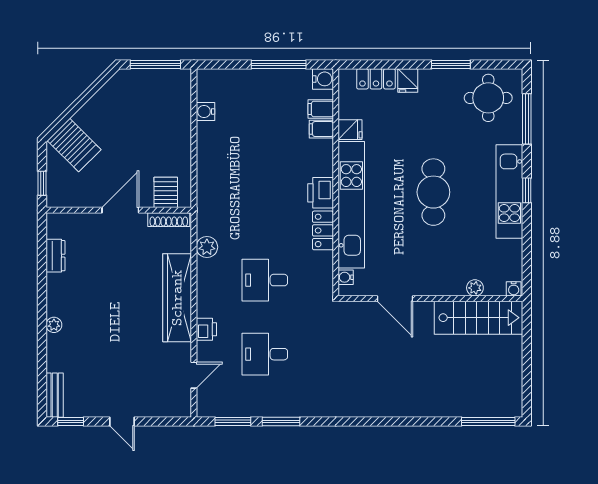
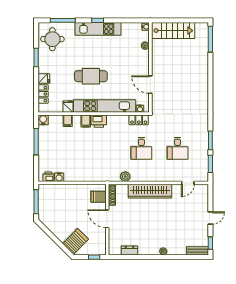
filing cabinet: (321, 109) -> (86, 121), moved
cafe table: (433, 192) -> (91, 76), moved
locker: (323, 230) -> (139, 120), moved
door: (395, 299) -> (150, 85), swing flipped
stairs: (478, 318) -> (173, 31), moved, turned 90
printer: (206, 329) -> (48, 177), moved
door: (194, 375) -> (188, 183), swing flipped

